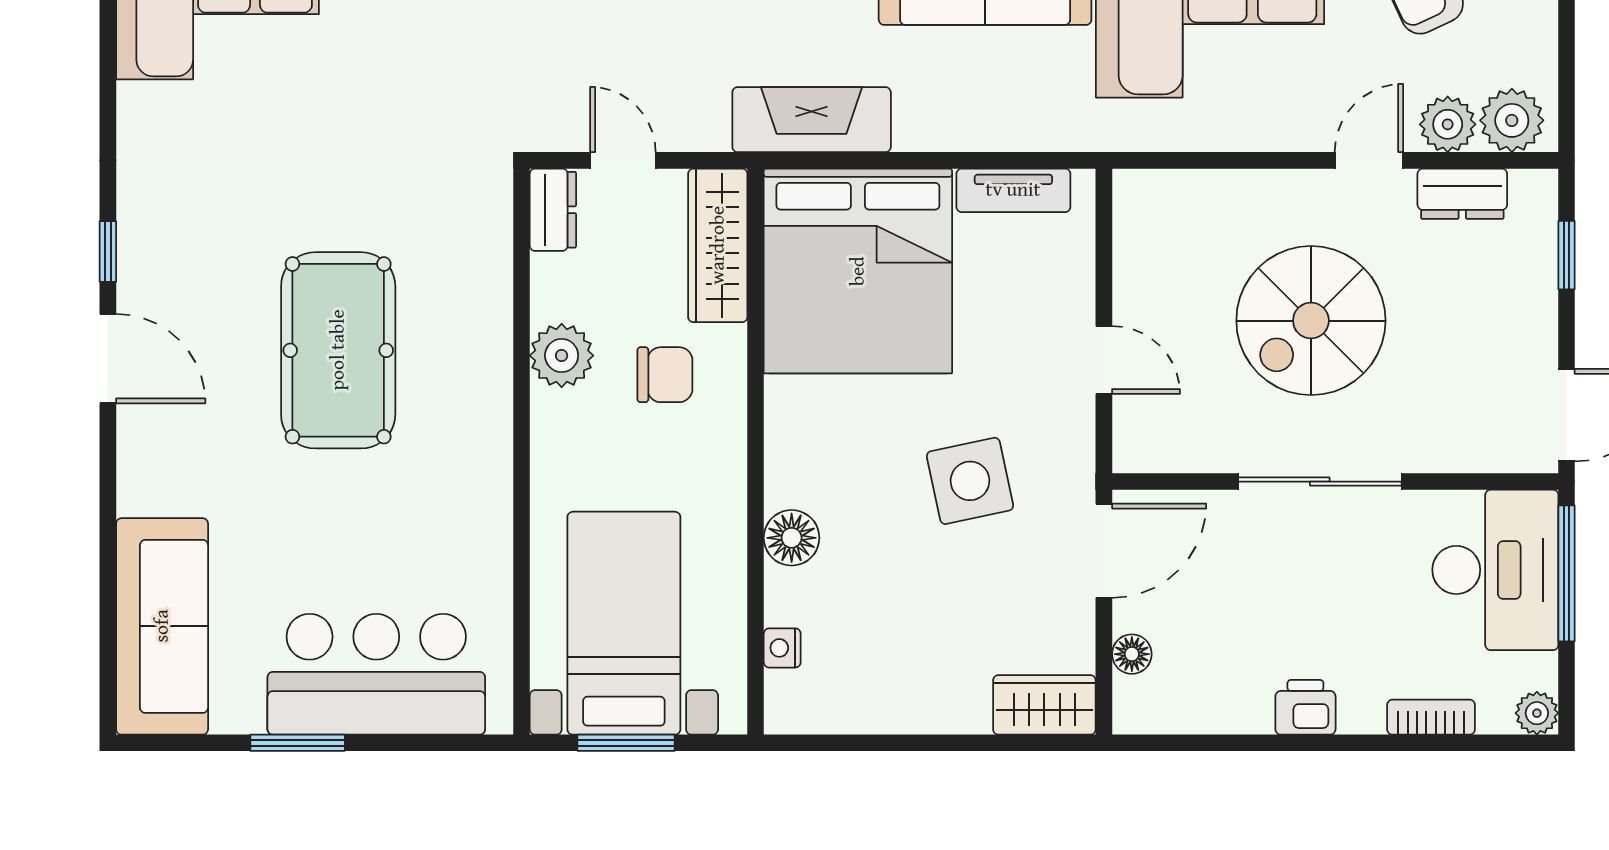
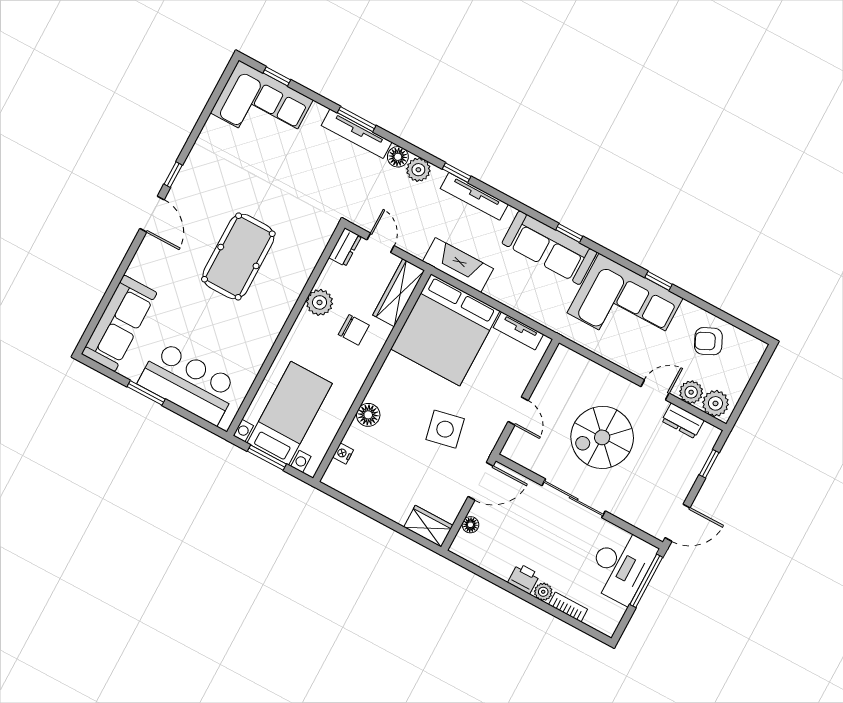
plant: (1537, 713) -> (543, 592), moved

